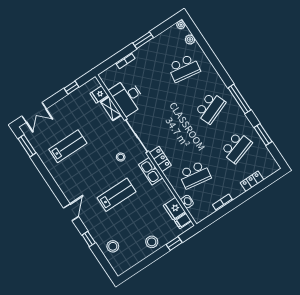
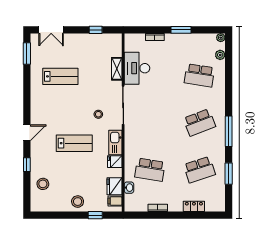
fridge: (99, 94) -> (115, 162), moved
locker: (160, 159) -> (130, 138), removed

